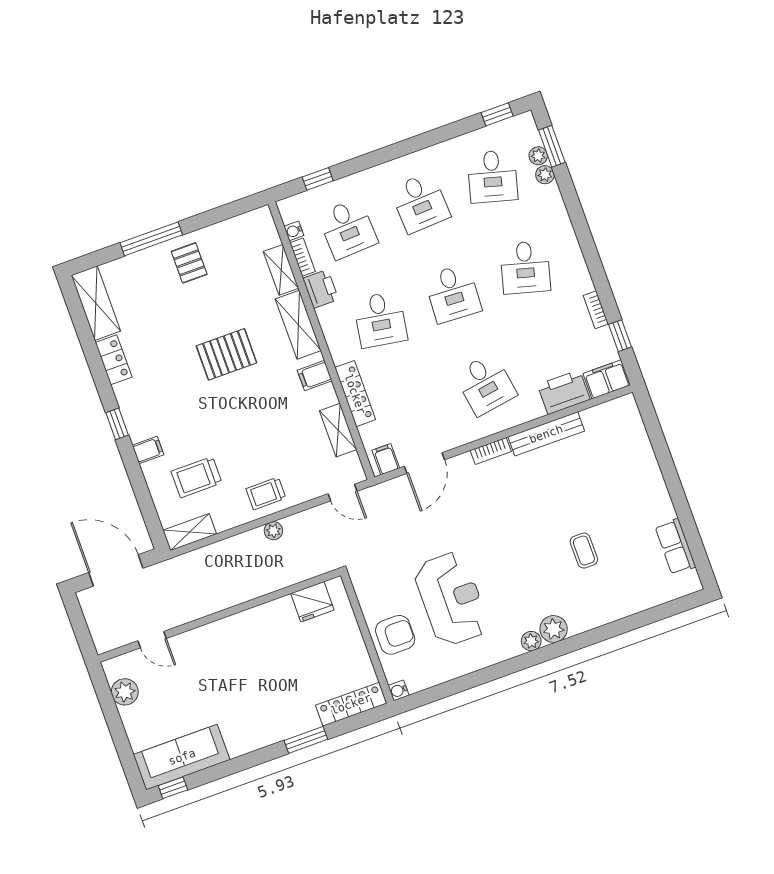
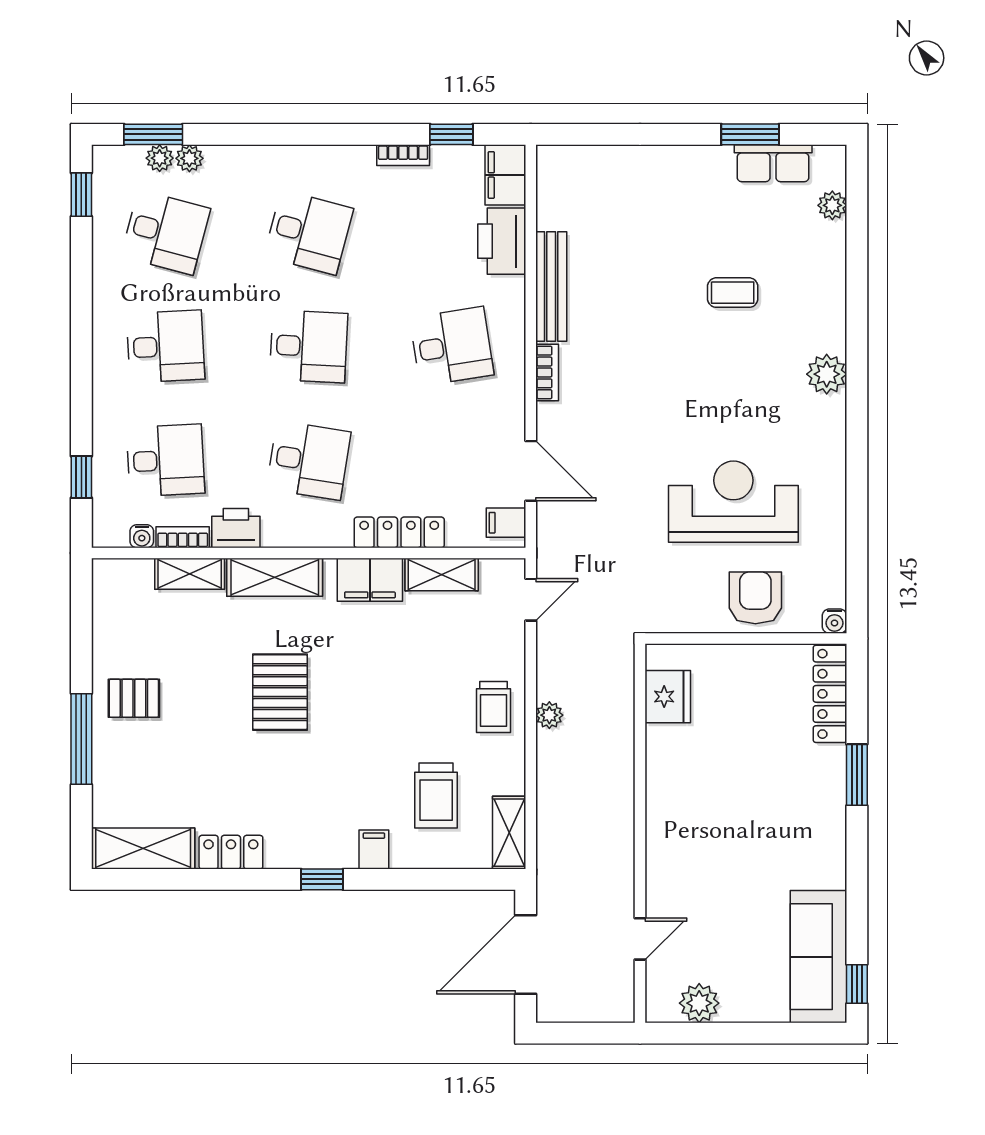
filing cabinet: (315, 375) -> (370, 580), width x2.00
window: (688, 526) -> (750, 134), added
plant: (531, 641) -> (832, 205), moved

